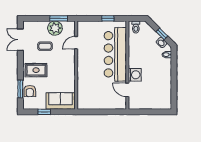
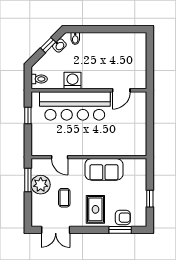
washing machine: (135, 75) -> (73, 81), moved
sofa: (61, 101) -> (104, 169), moved, turned -90

